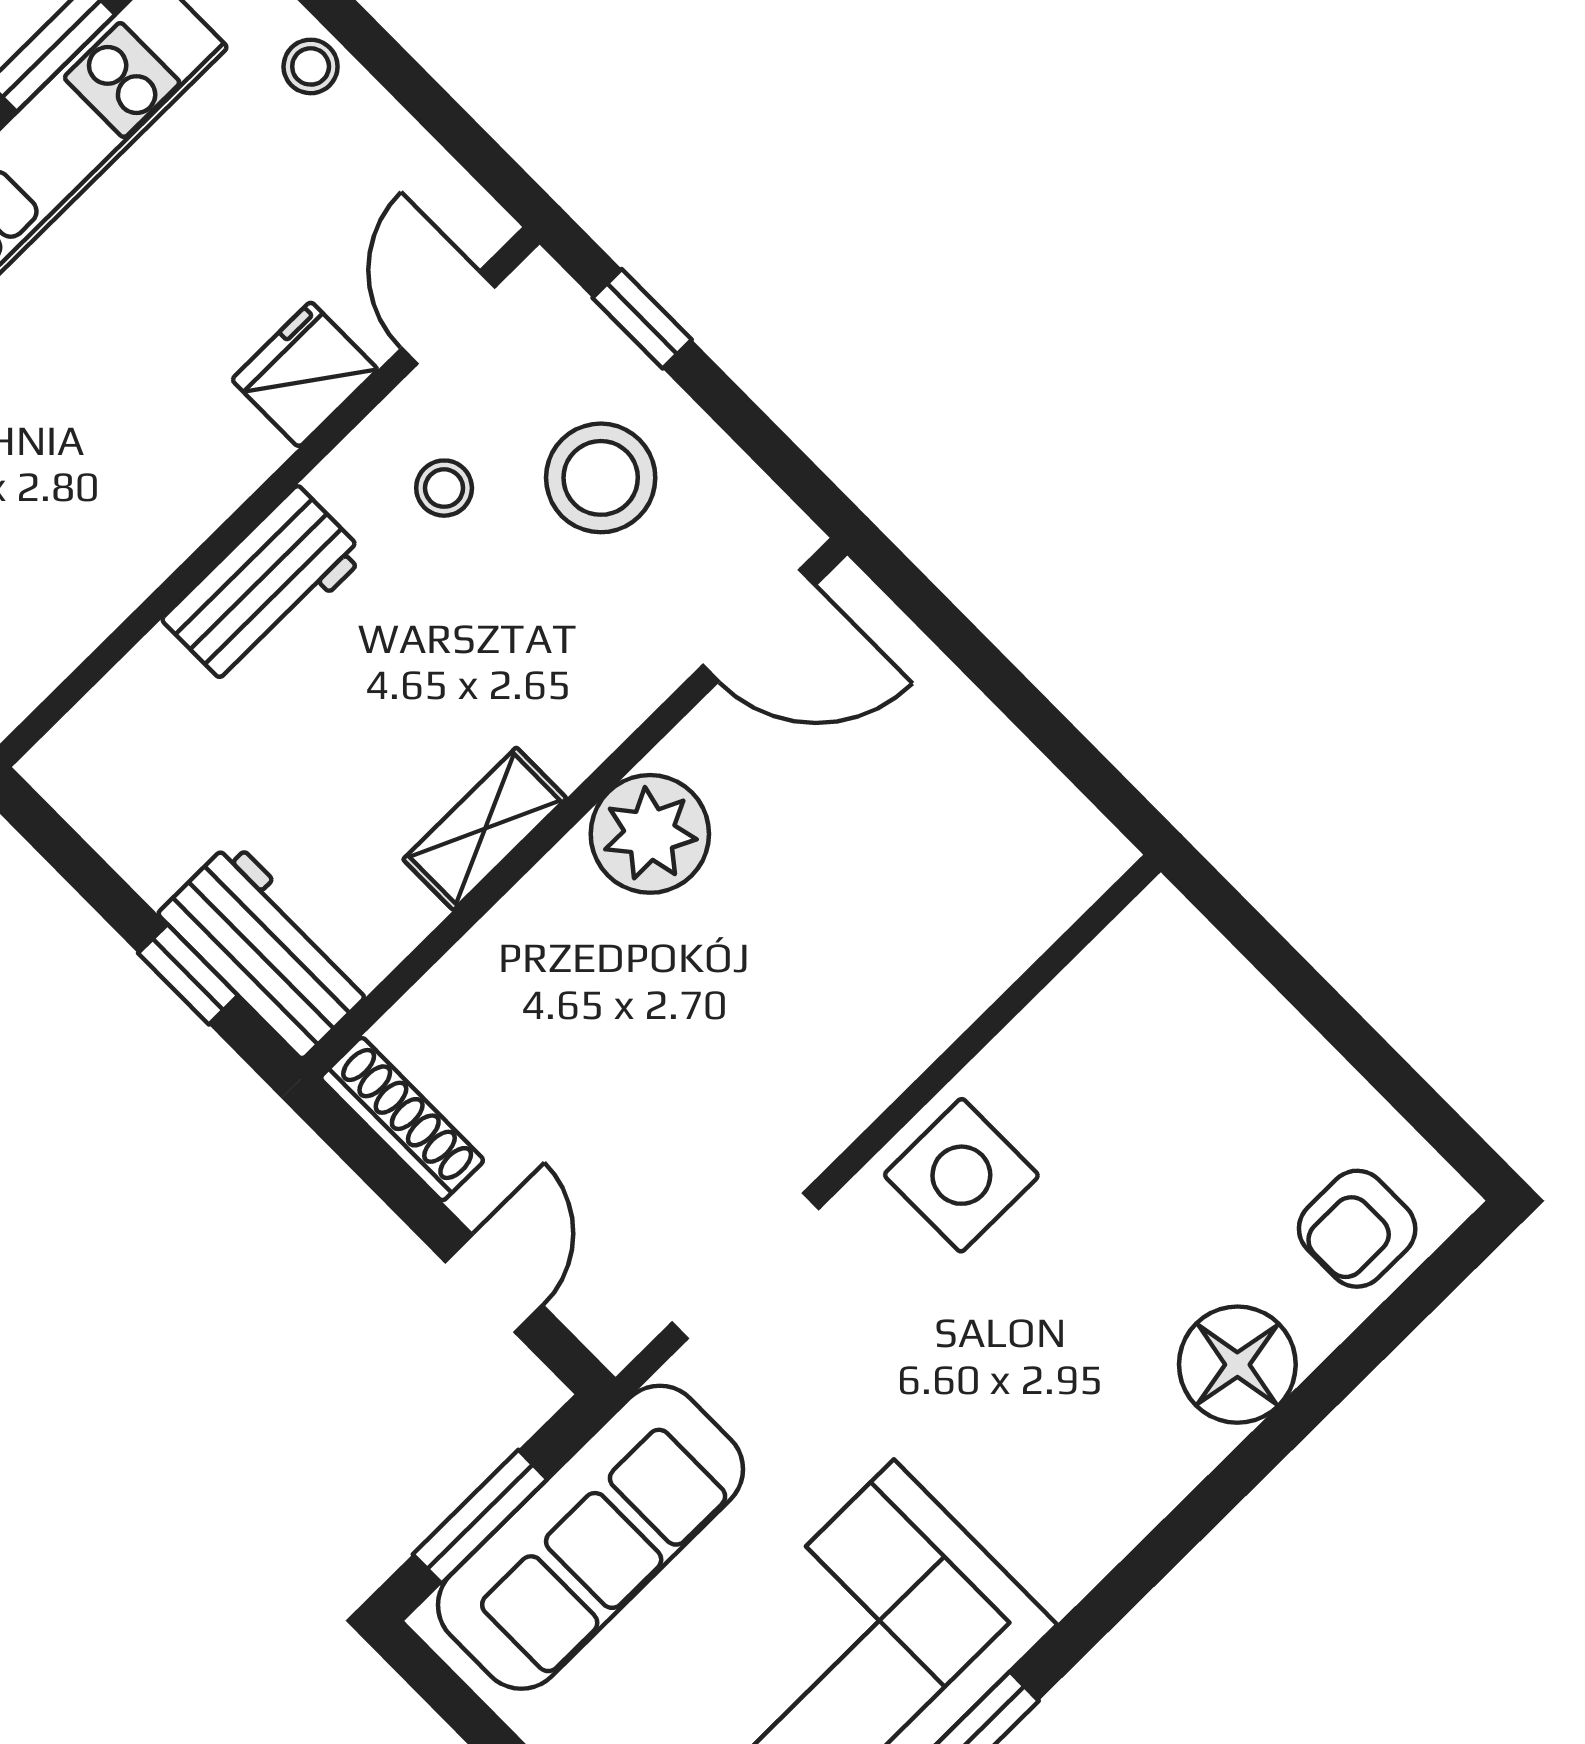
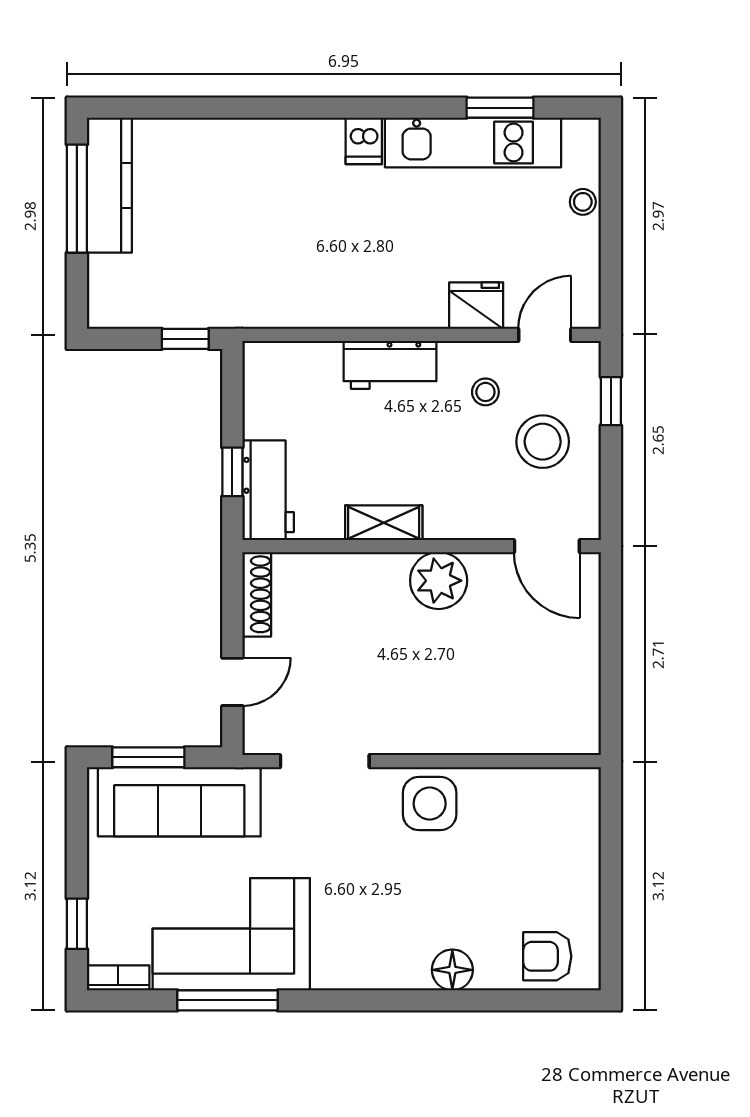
floor lamp: (1237, 1365) -> (452, 970), width x0.73, depth x0.73

